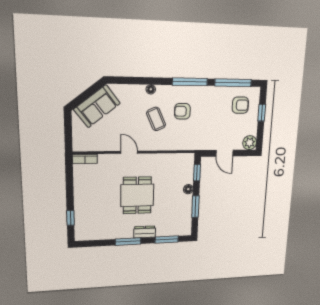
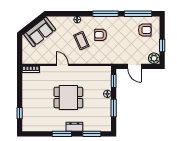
window: (262, 113) -> (162, 46), moved
dining table: (137, 195) -> (68, 97), turned 90

